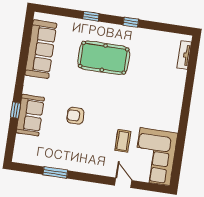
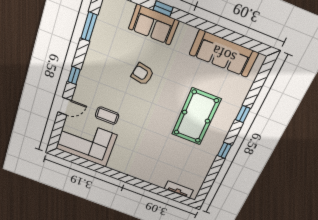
armchair: (75, 116) -> (142, 74), turned -79
window: (55, 173) -> (89, 27), moved
window: (91, 178) -> (74, 75), added

